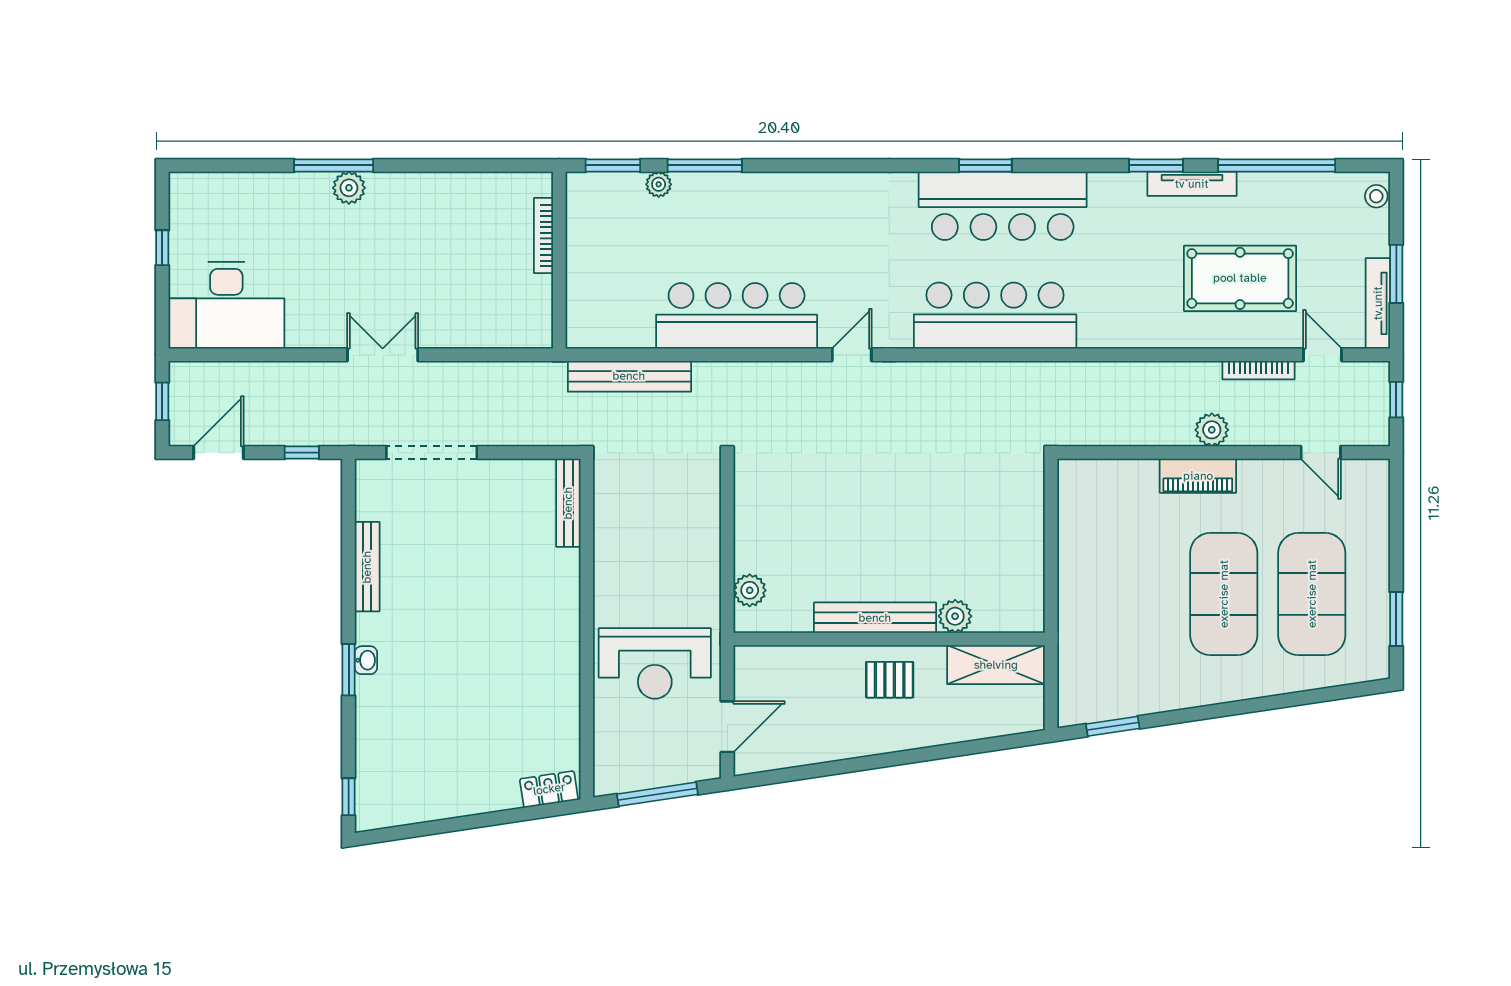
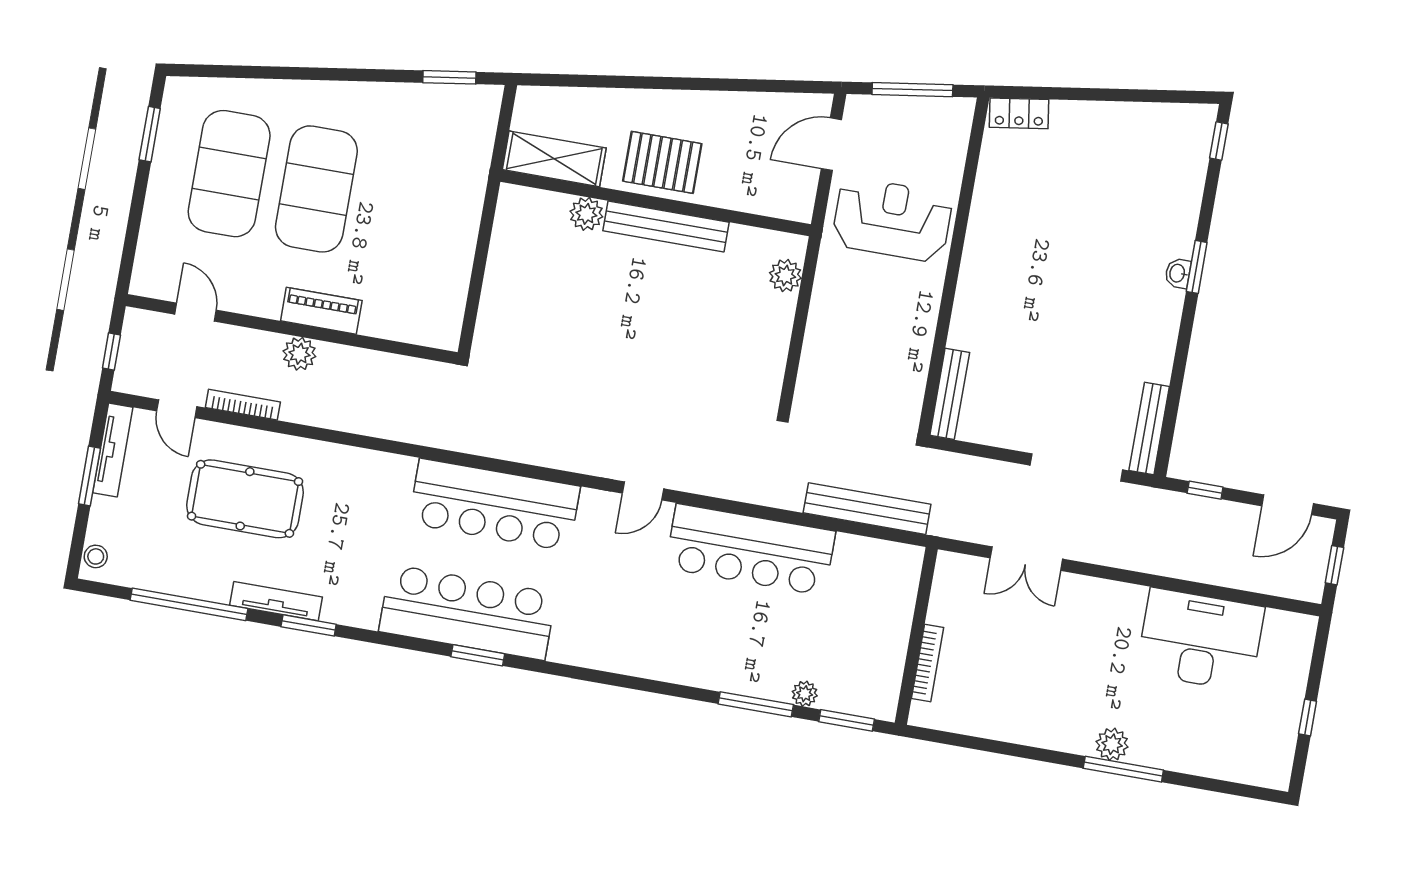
desk: (226, 305) -> (1200, 640), moved
double door: (383, 355) -> (1026, 559), moved
bench: (367, 567) -> (1149, 428), moved
pallet: (890, 680) -> (662, 162), width x1.50, depth x1.42

